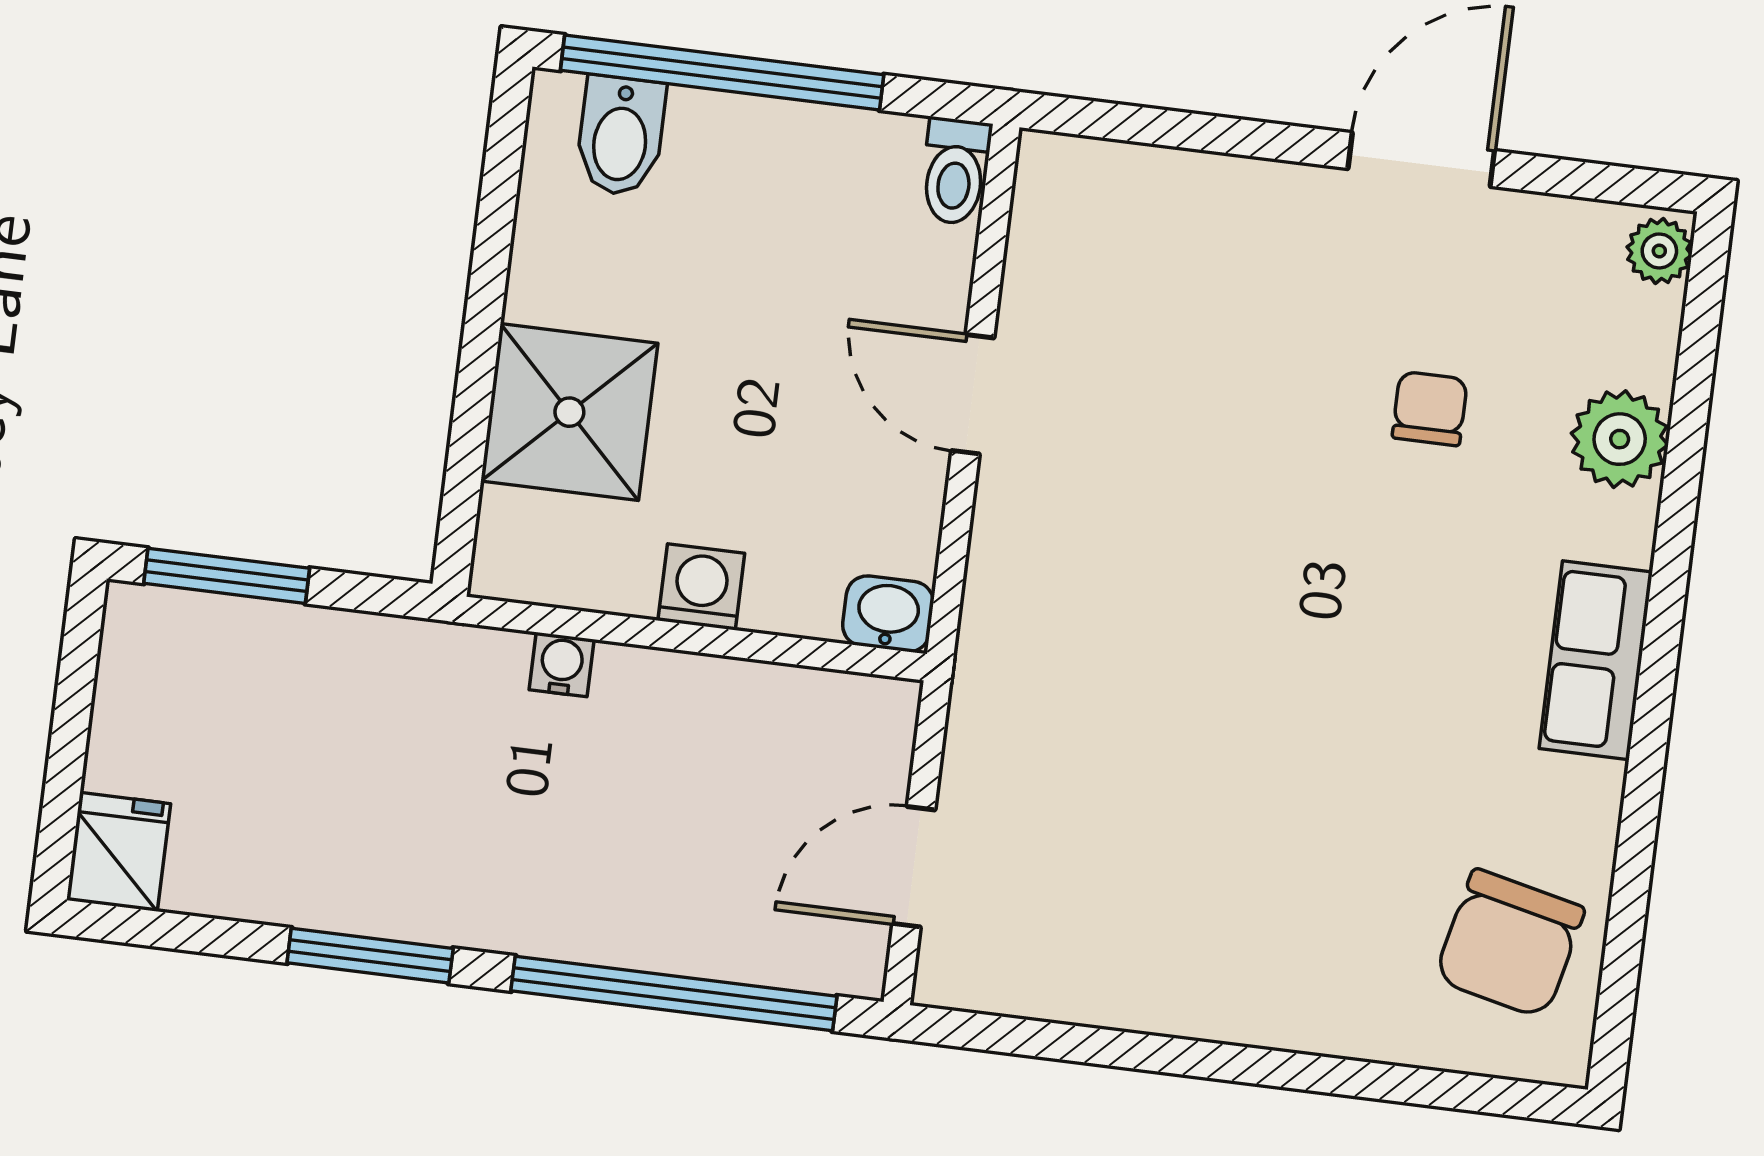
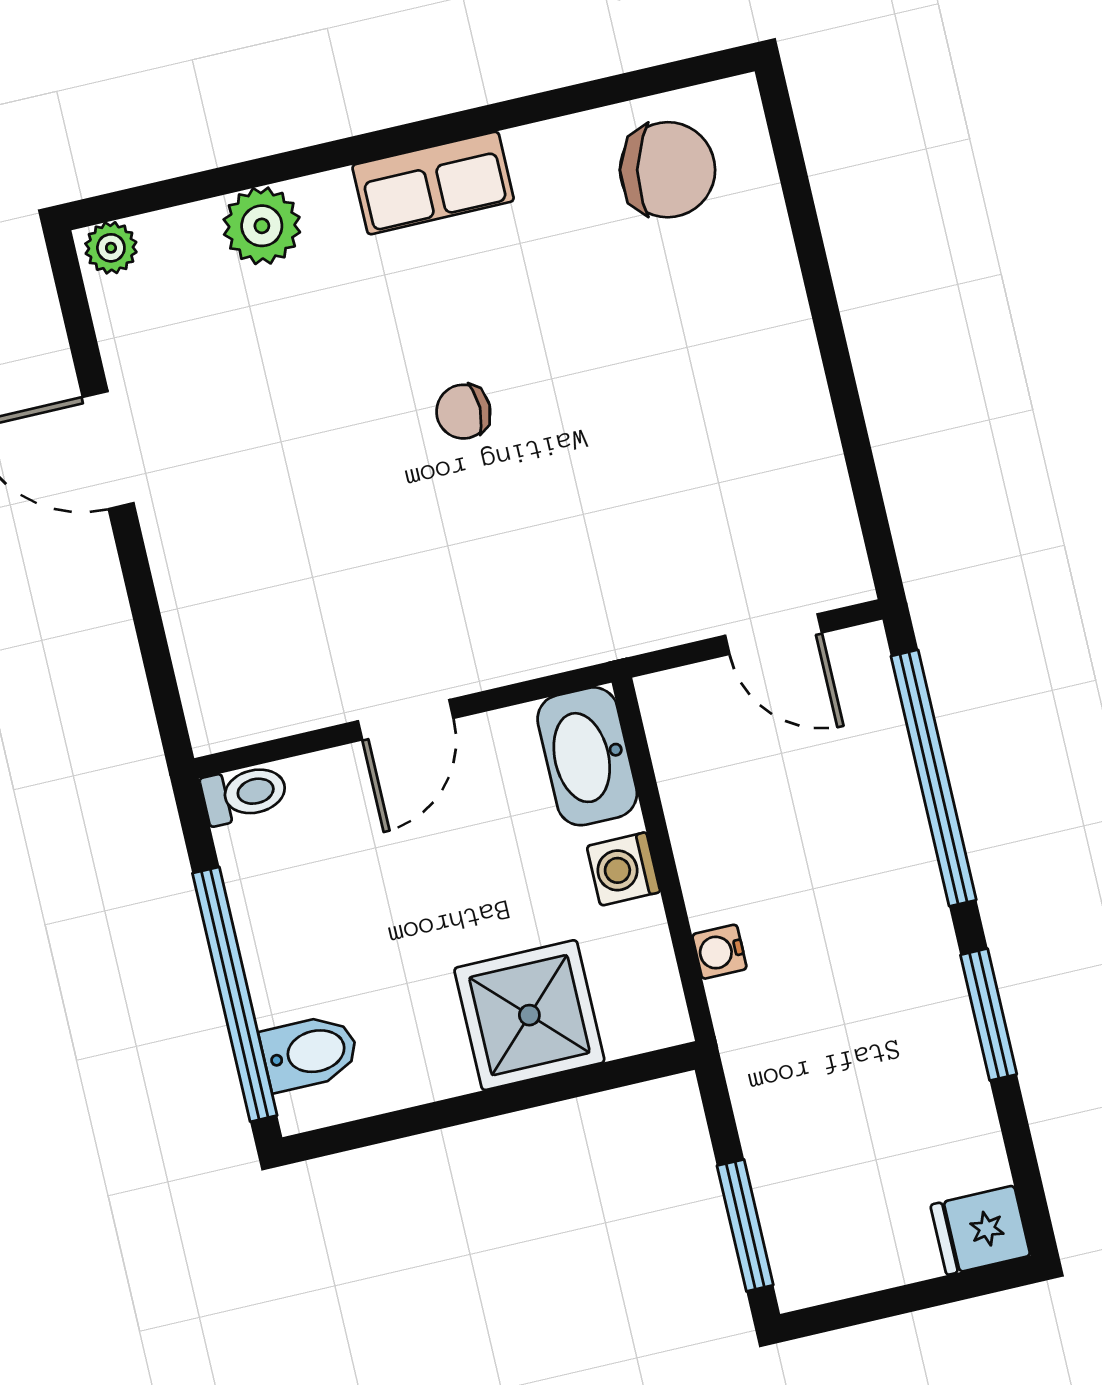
chair: (1430, 409) -> (463, 412), moved
washbasin: (888, 614) -> (587, 756), width x1.91, depth x1.45

